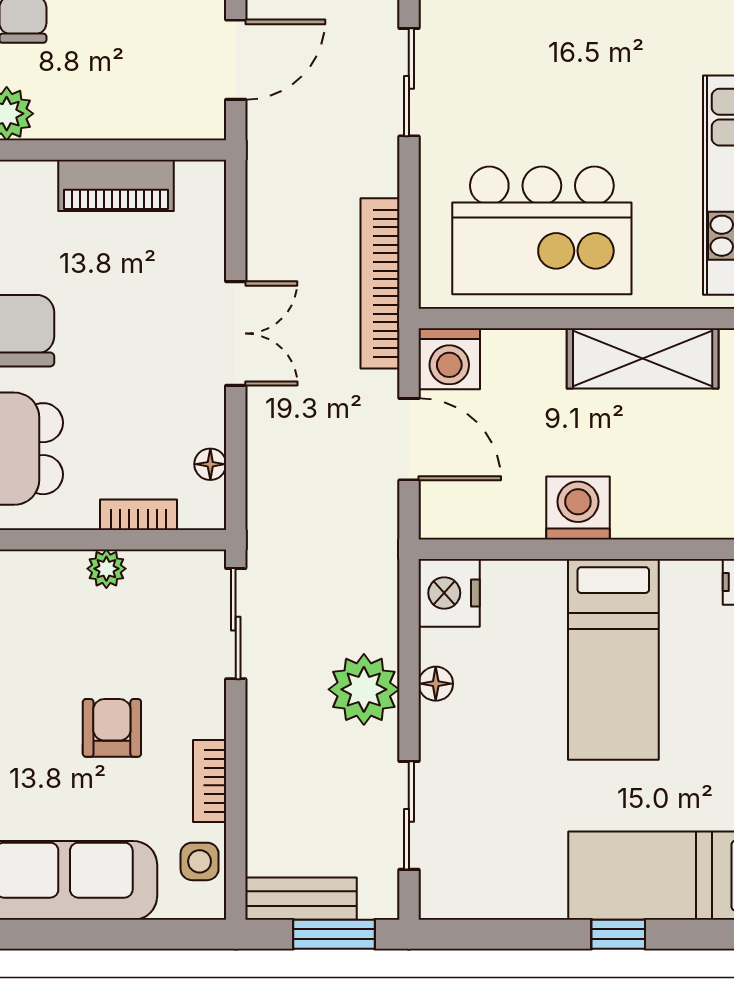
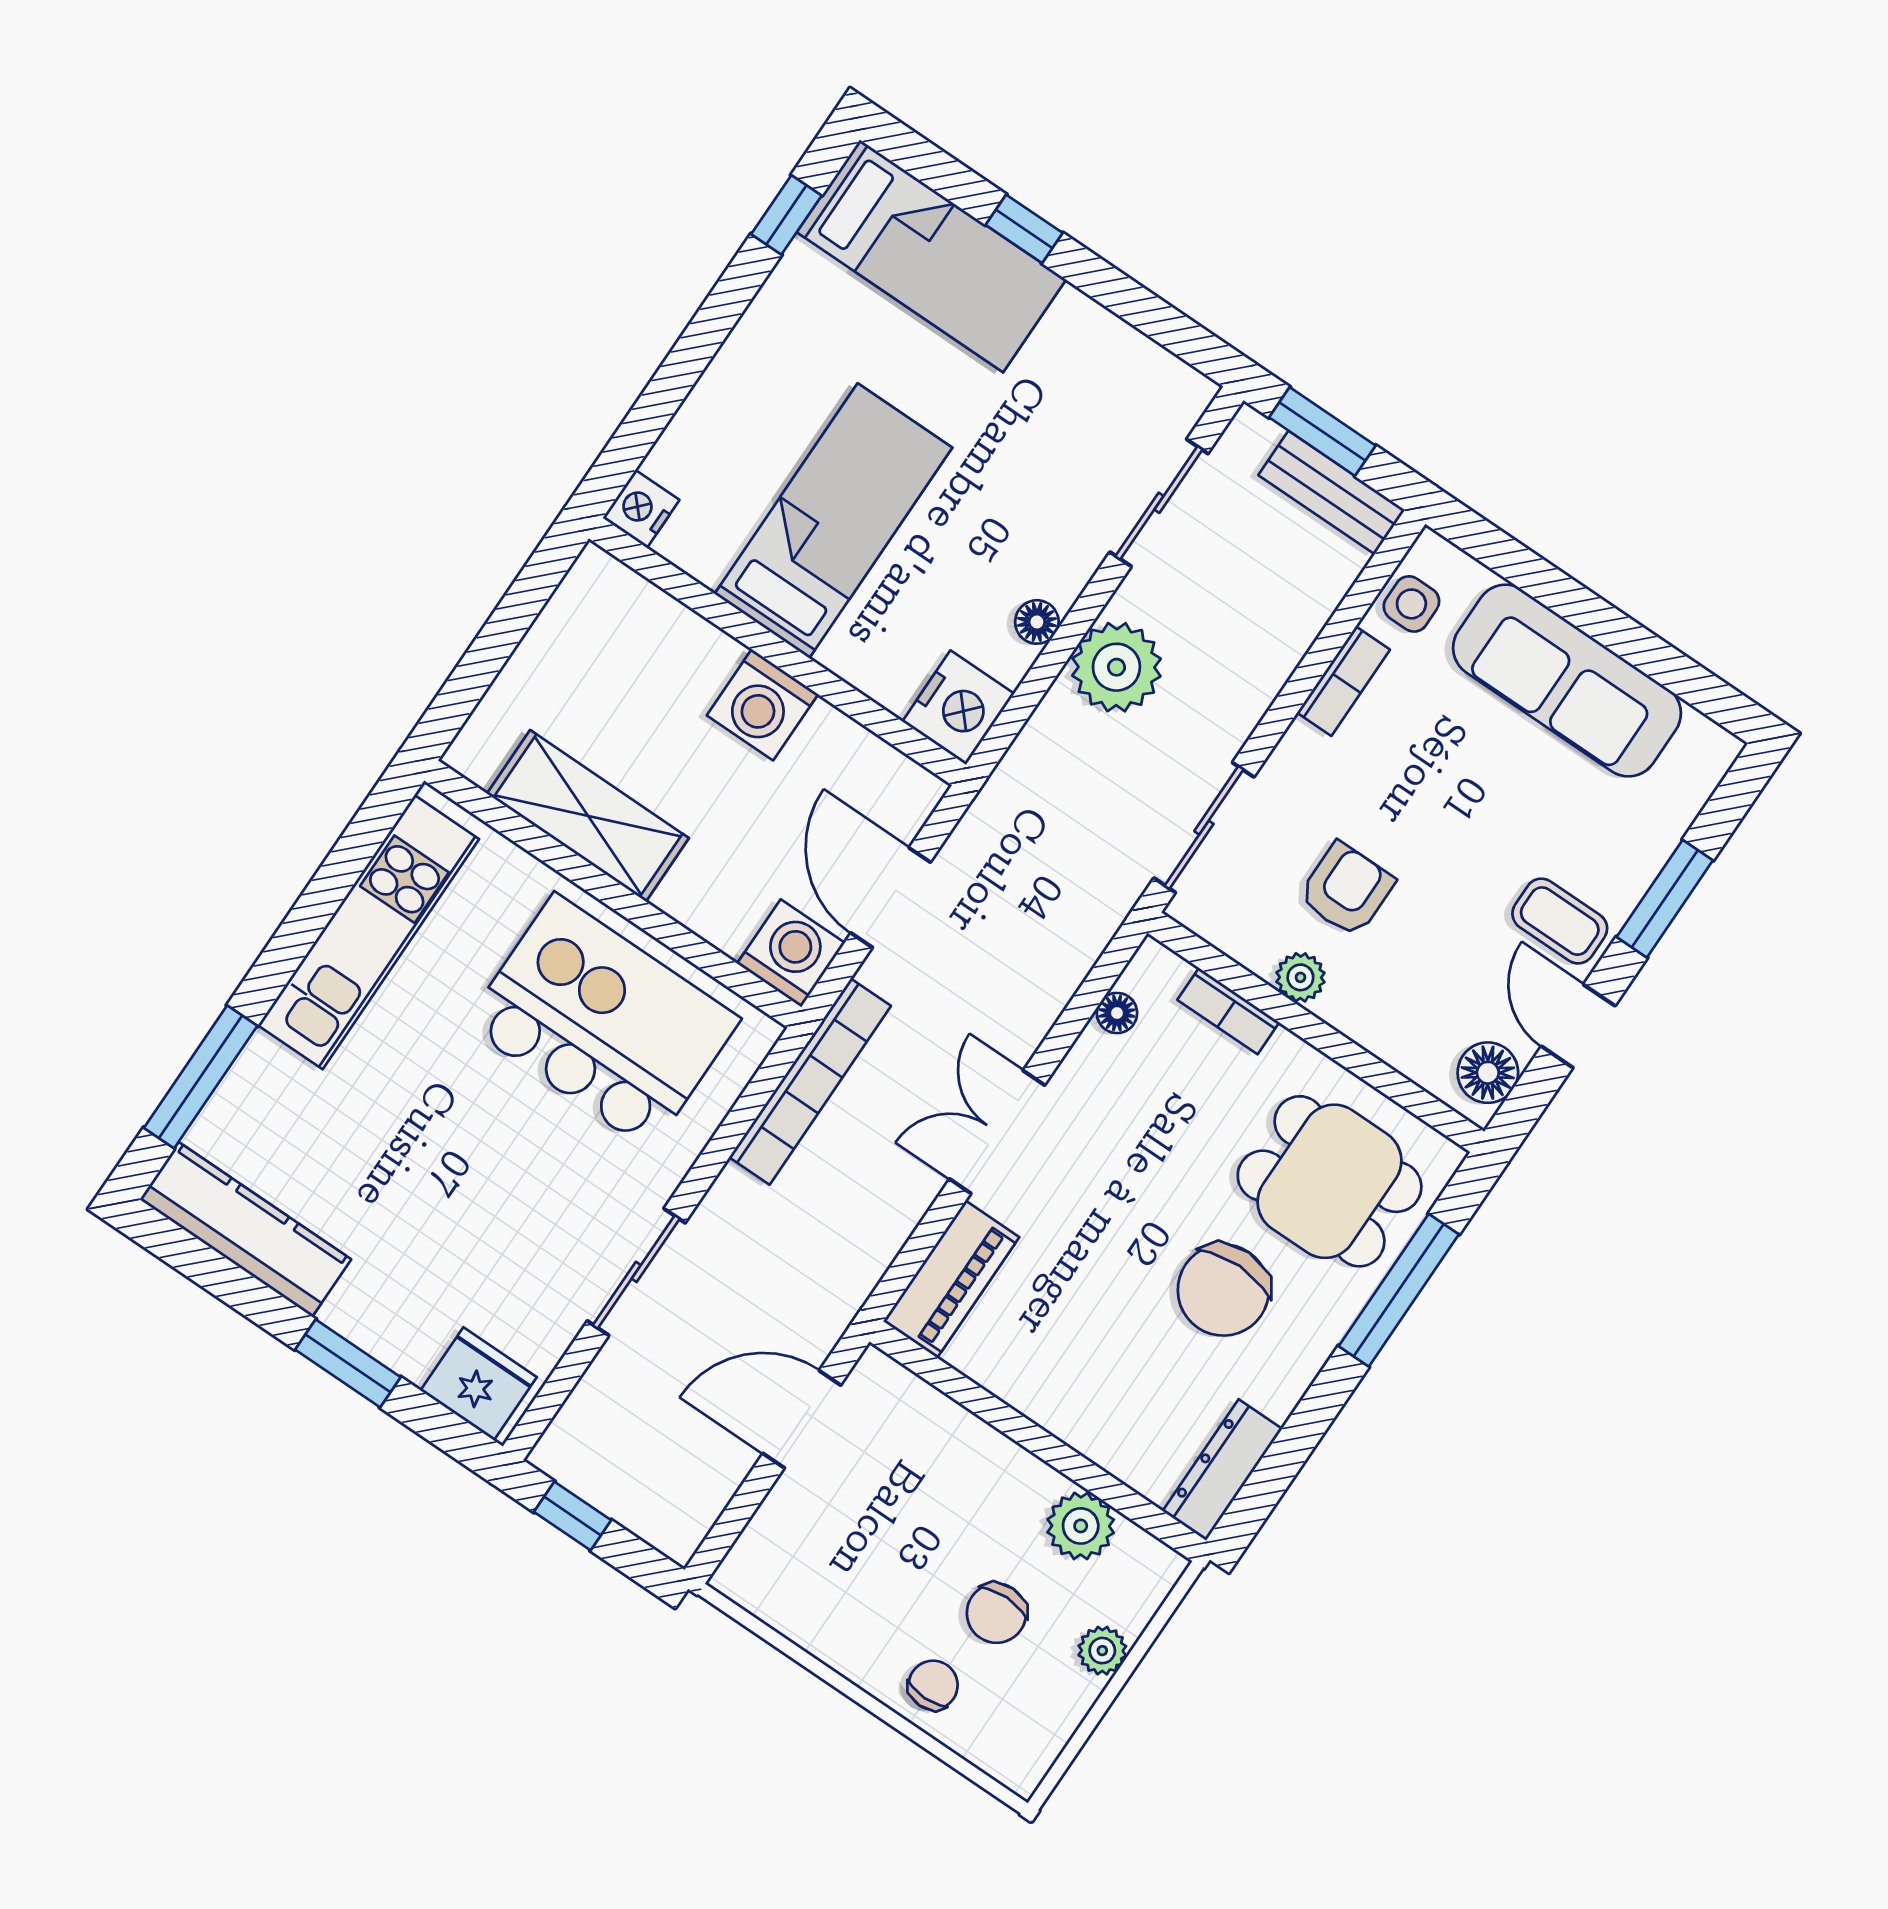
piano: (116, 185) -> (951, 1279), moved, turned 90
armchair: (112, 728) -> (1346, 889), moved, turned 180

